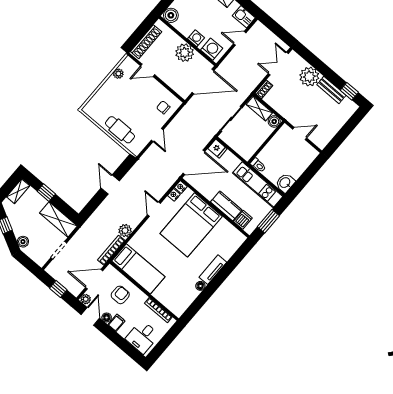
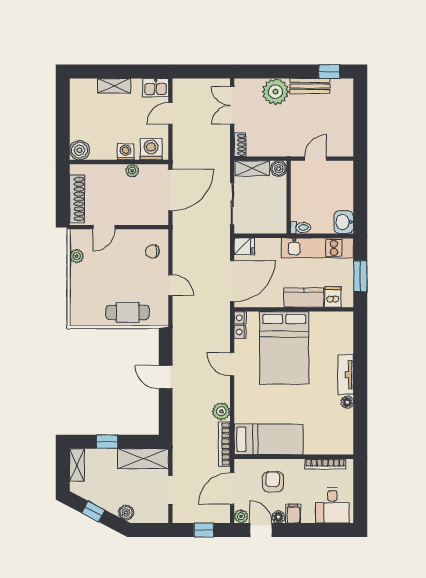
plant: (185, 53) -> (132, 171), width x0.53, depth x0.53

